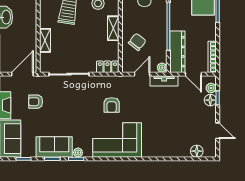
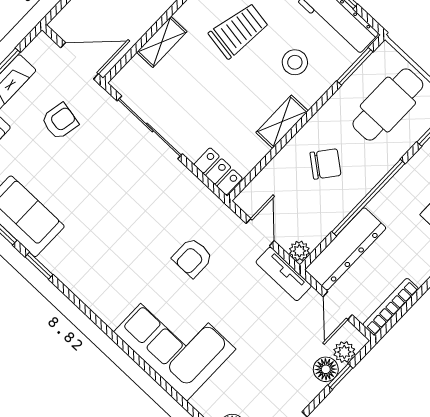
chair: (137, 42) -> (325, 164), moved
door: (142, 74) -> (260, 232), hinge flipped
armchair: (36, 102) -> (60, 121), turned 101
armchair: (112, 105) -> (192, 258), moved
corner sofa: (117, 140) -> (175, 340), moved
plant: (78, 153) -> (51, 259), removed

